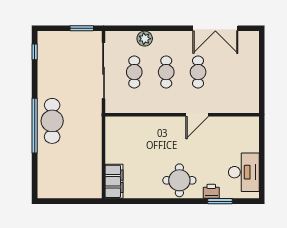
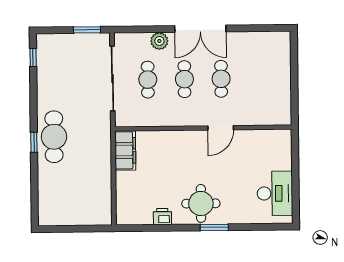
double door: (215, 28) -> (200, 29), moved
window: (35, 126) -> (34, 142), width x0.32
filing cabinet: (114, 181) -> (125, 150), moved
printer: (211, 191) -> (162, 217), moved
window: (220, 201) -> (214, 227), moved

